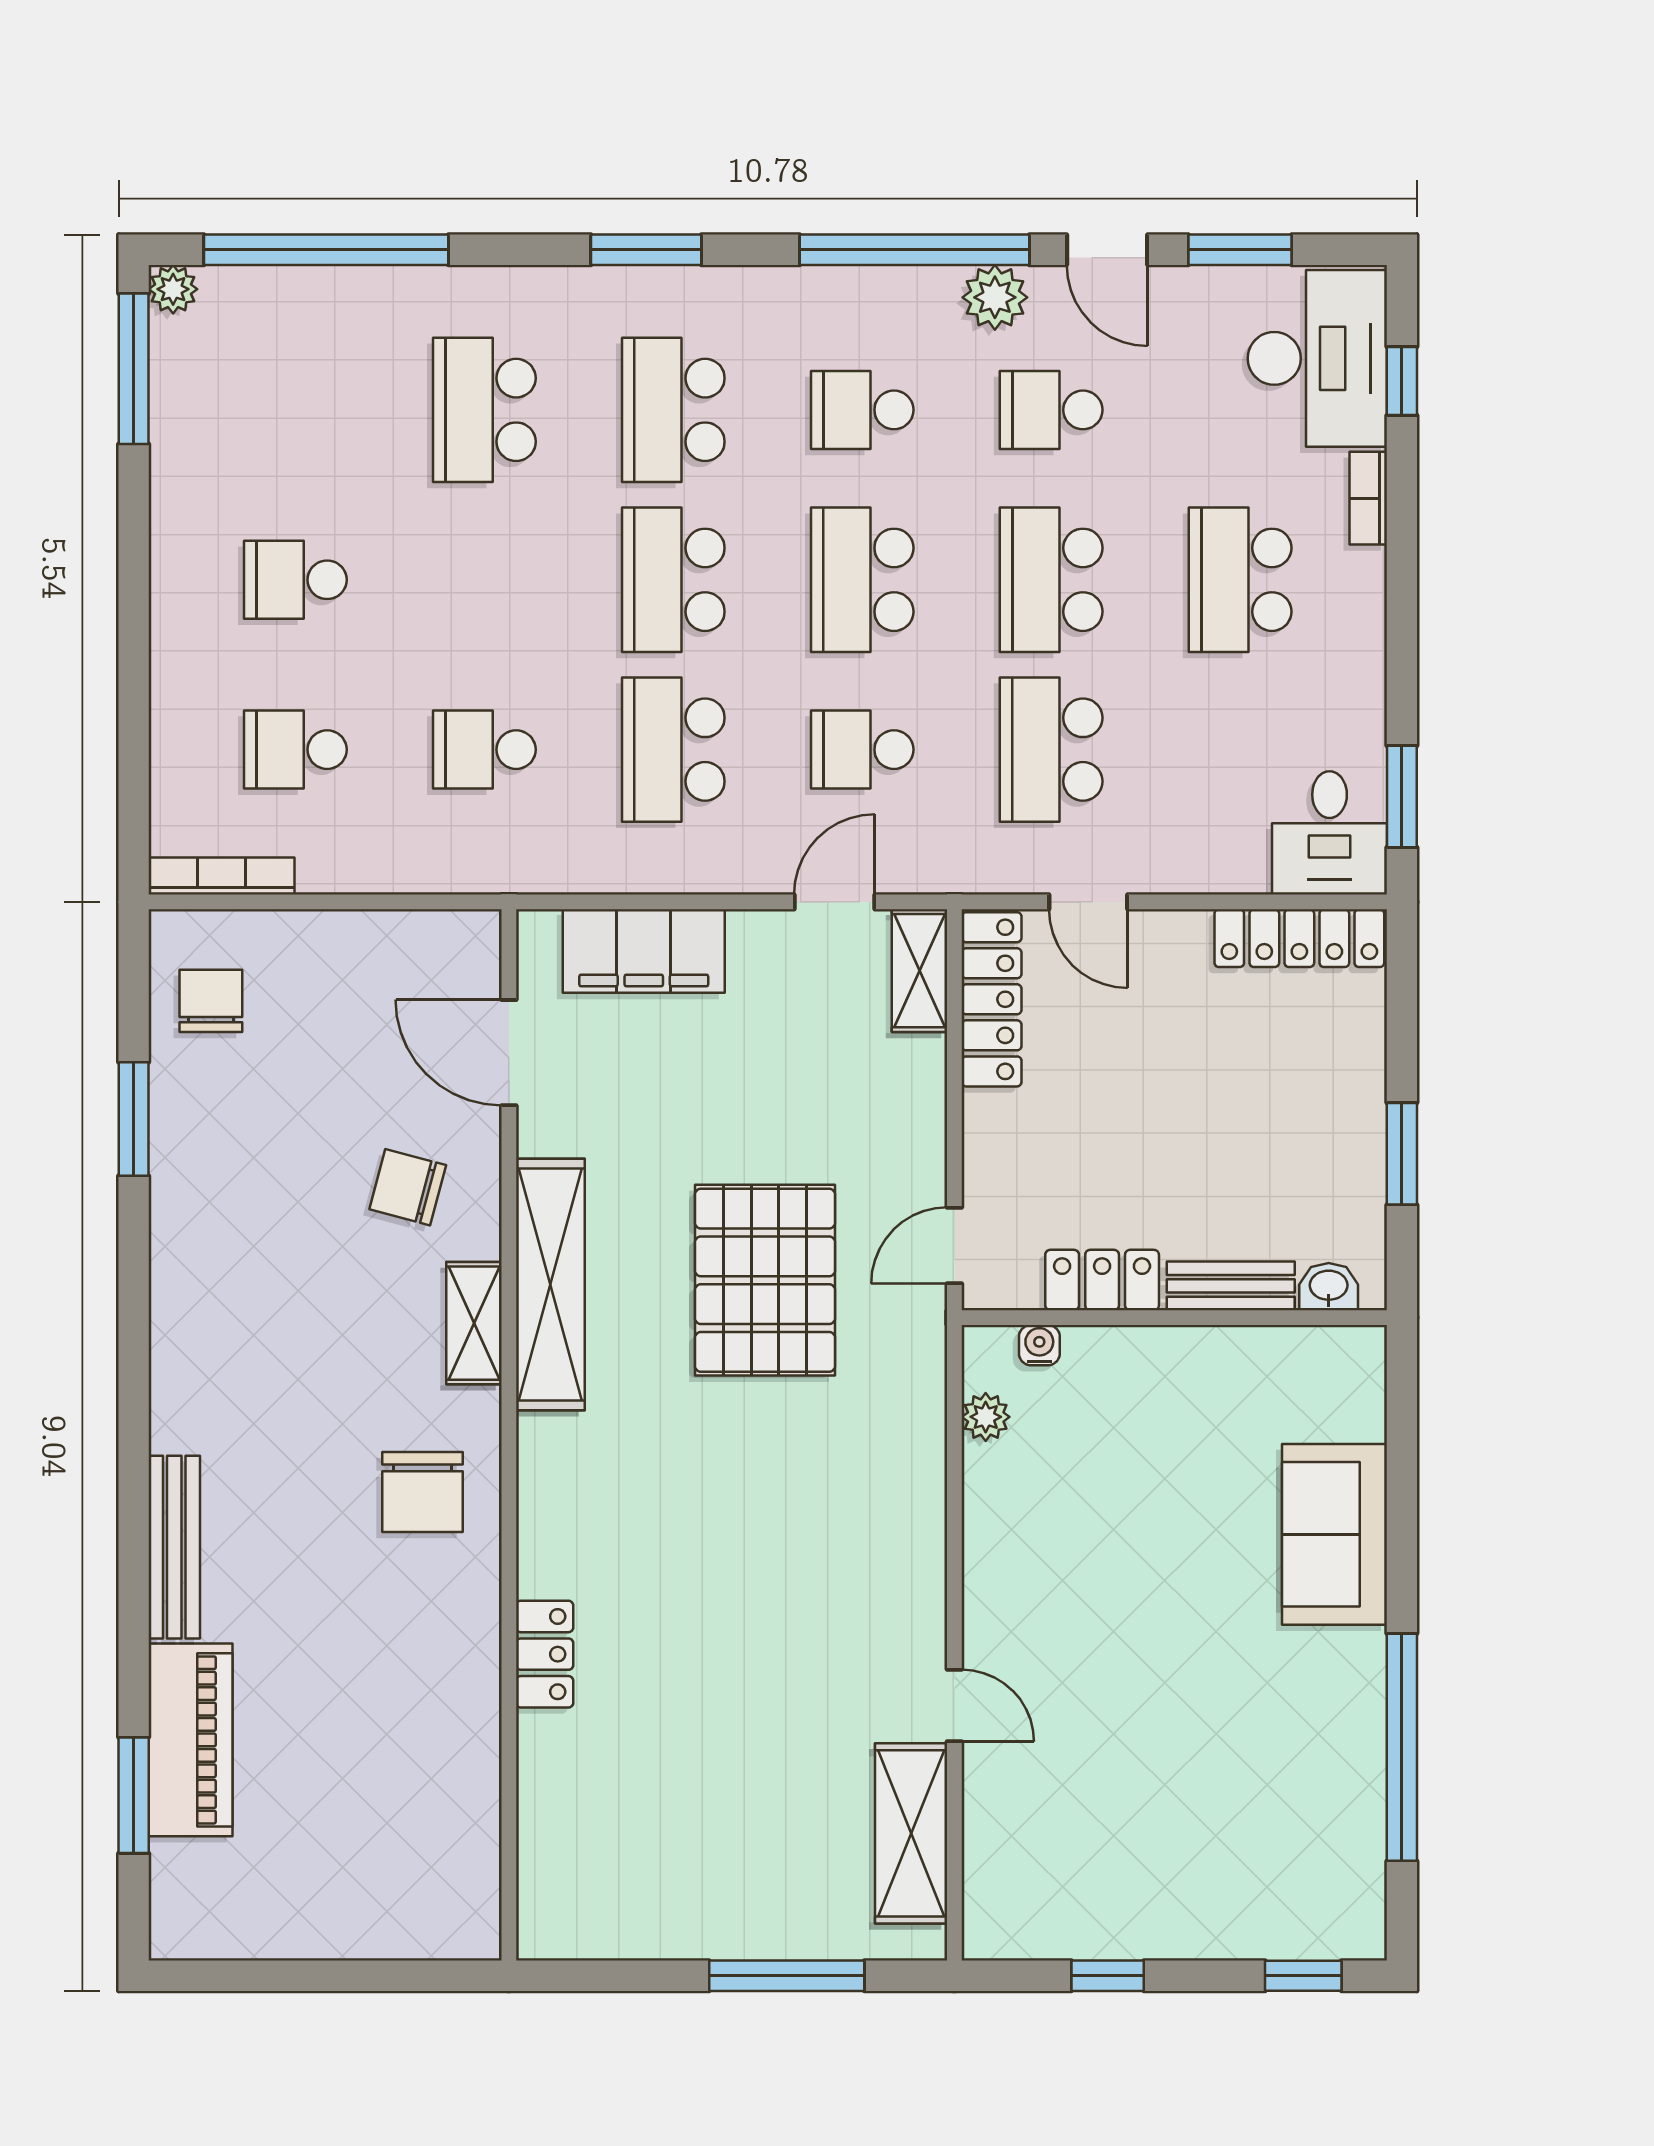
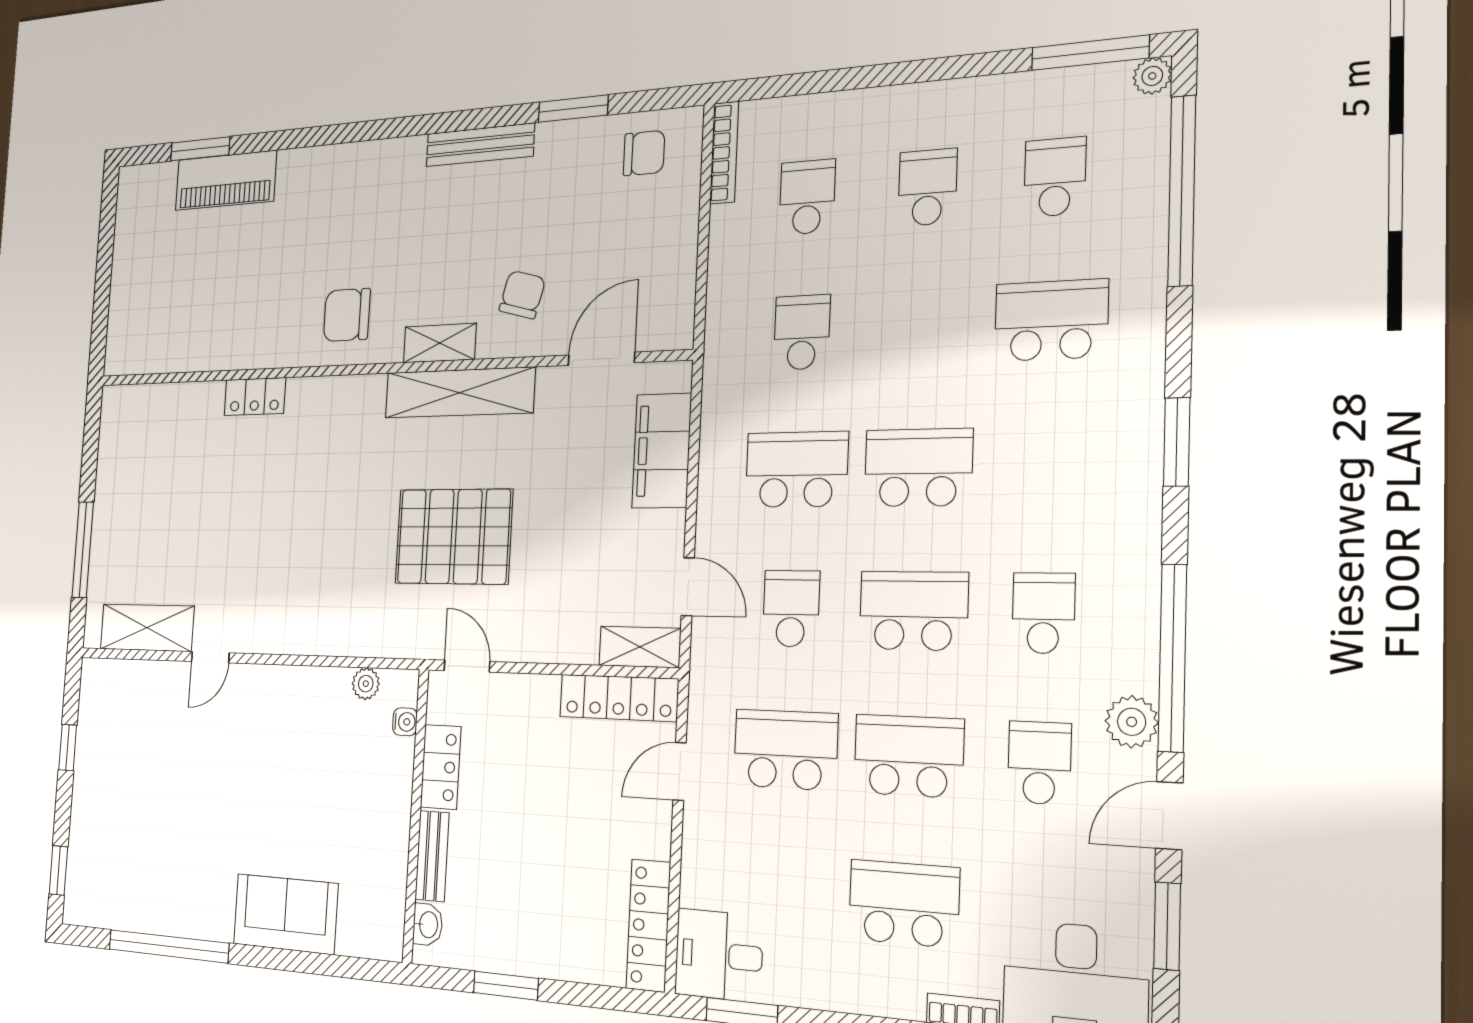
school desk: (673, 410) -> (1055, 177), moved, width x0.54
bench: (174, 1547) -> (480, 145), moved

